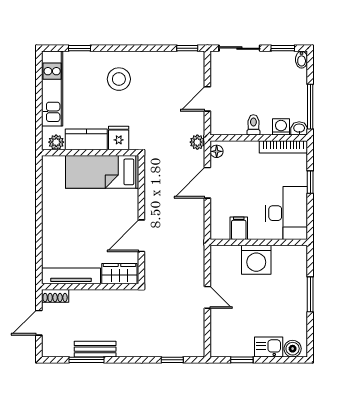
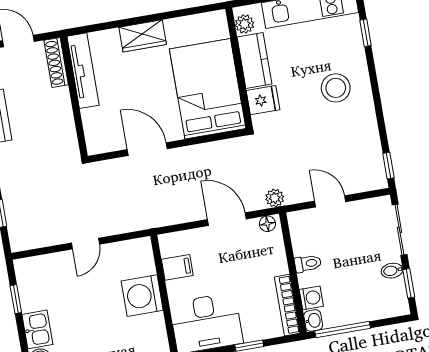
bidet: (302, 60) -> (392, 271), moved
bed: (102, 172) -> (208, 89), width x1.50
wardrobe: (119, 274) -> (143, 36), moved, turned 90
shoe rack: (55, 296) -> (56, 62), width x1.43

